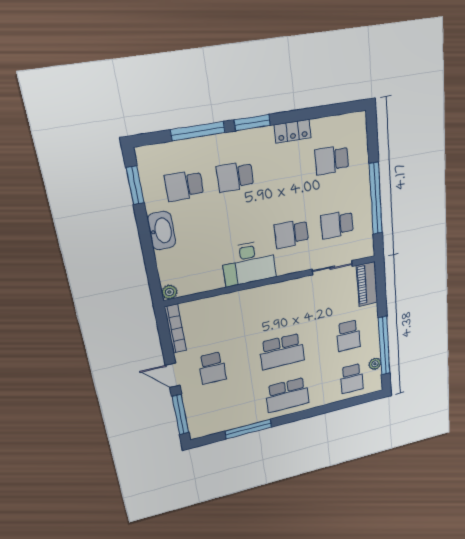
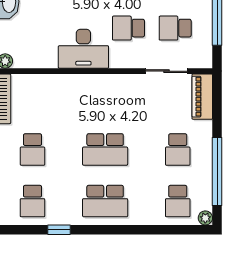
plant: (375, 364) -> (205, 218), moved
school desk: (220, 412) -> (32, 201), added
window: (248, 429) -> (59, 230), width x0.46

